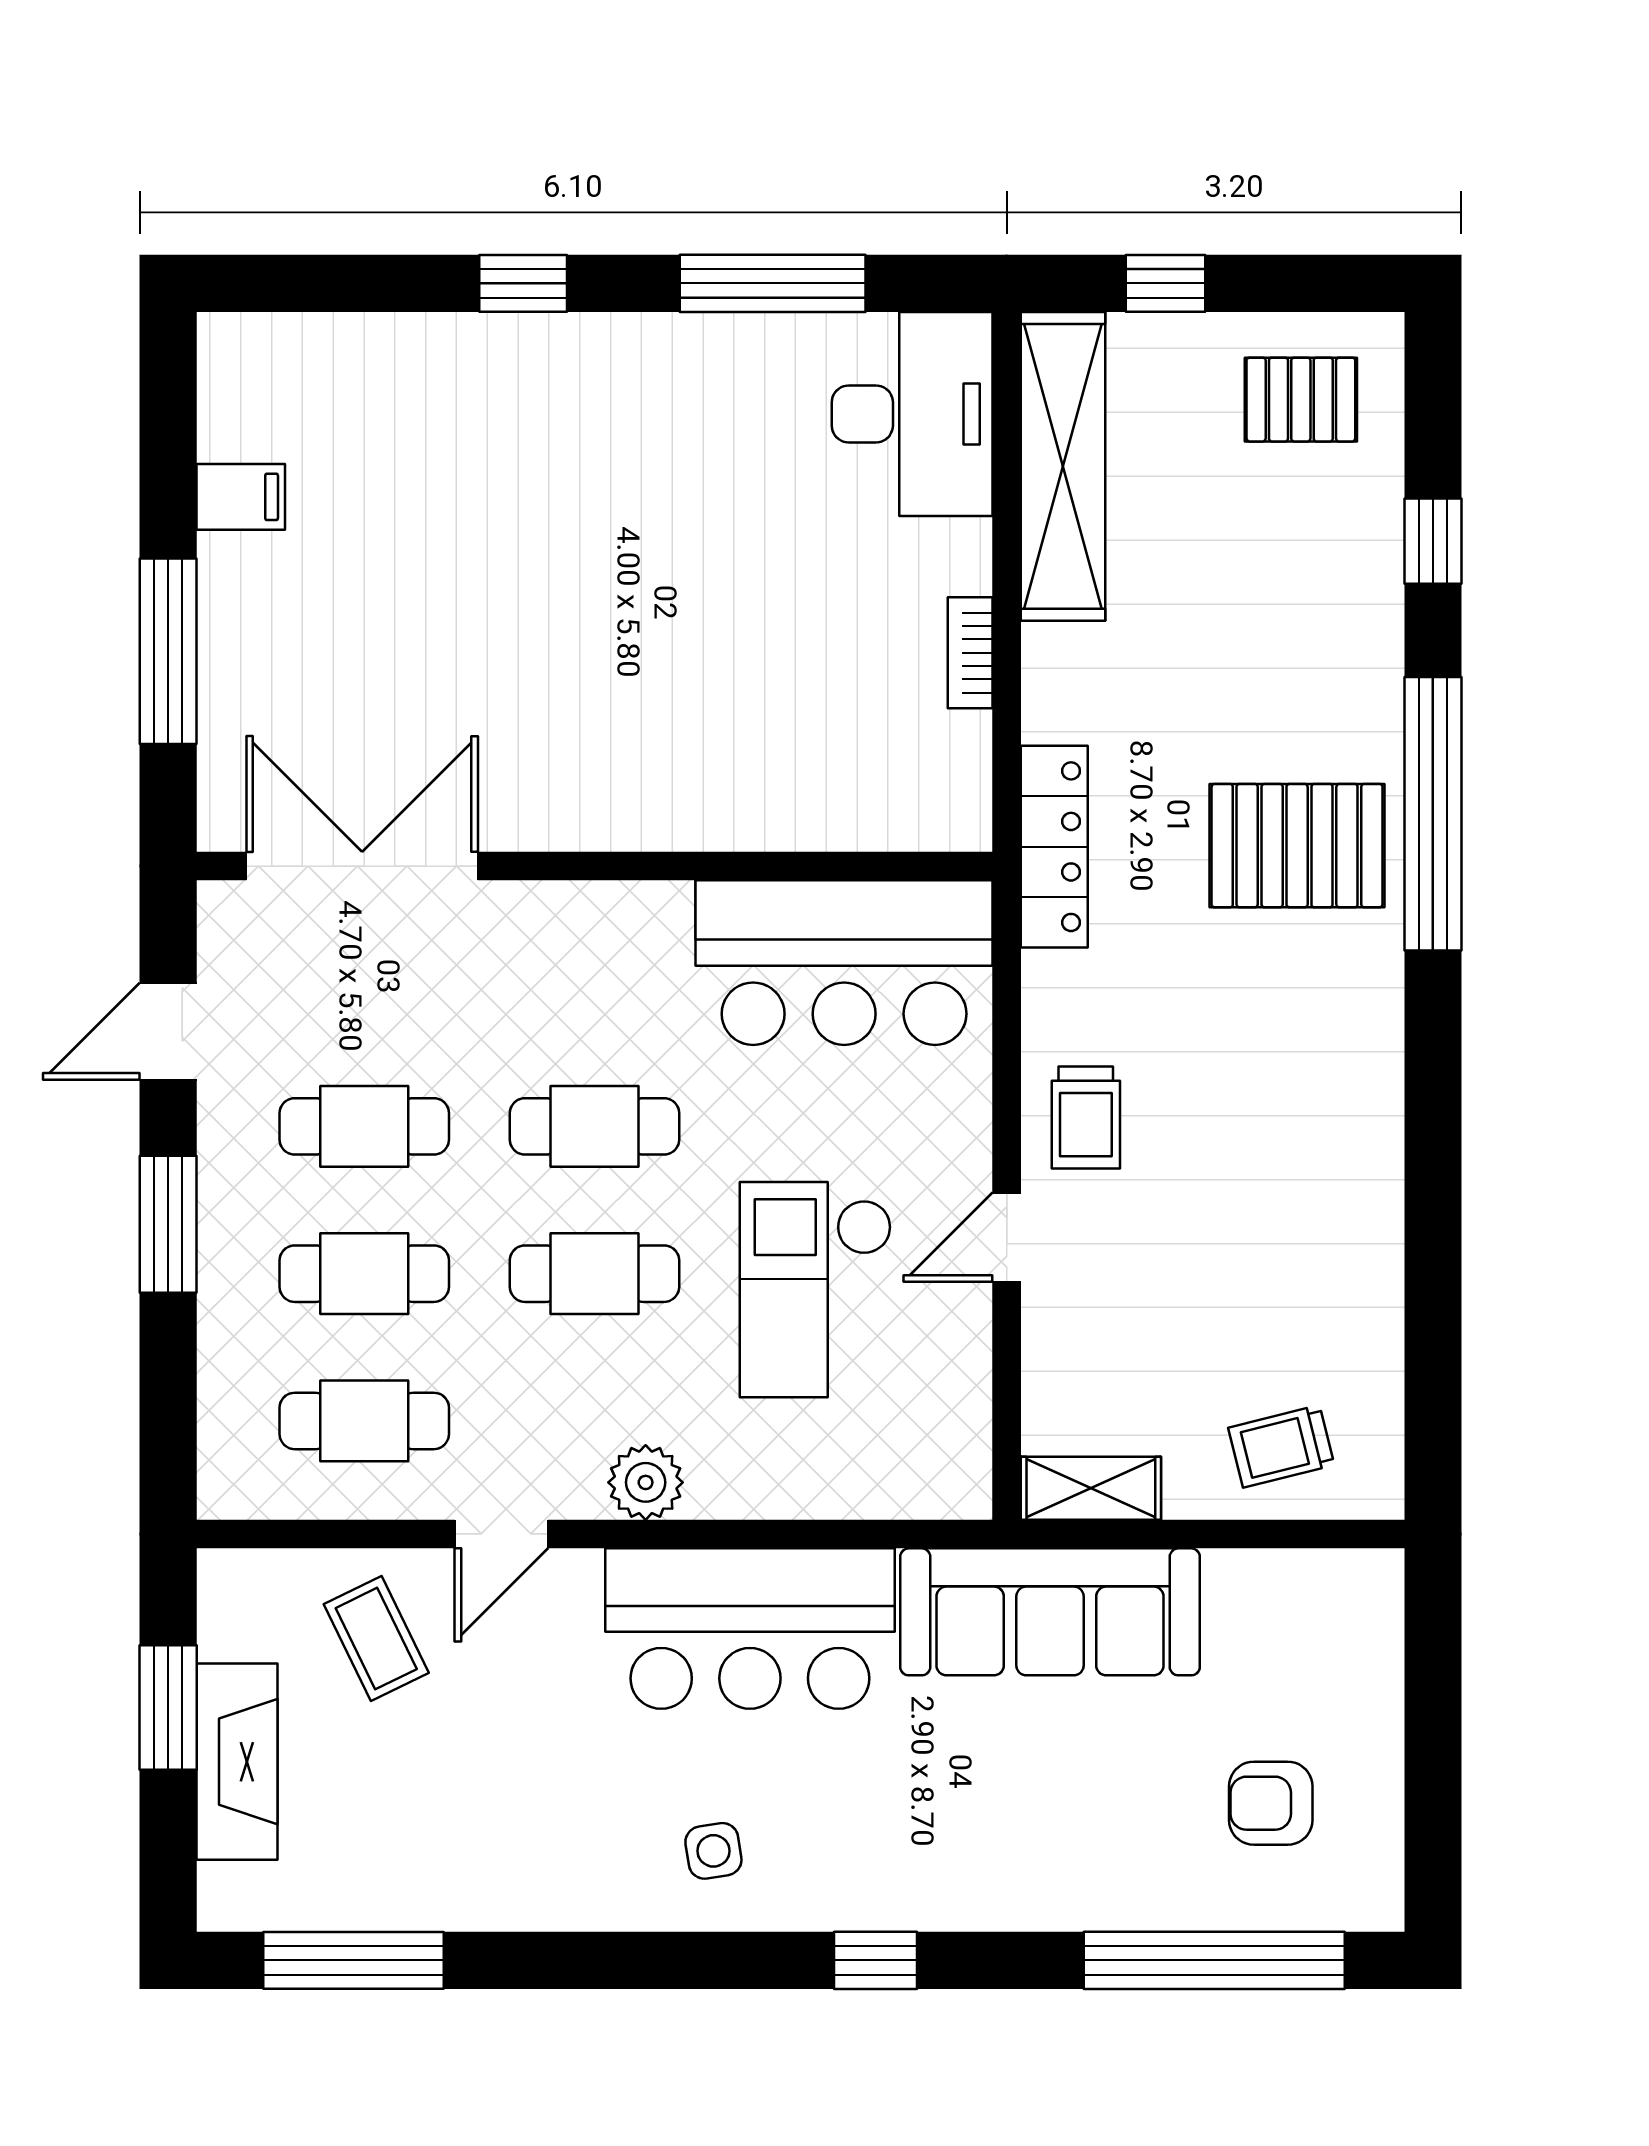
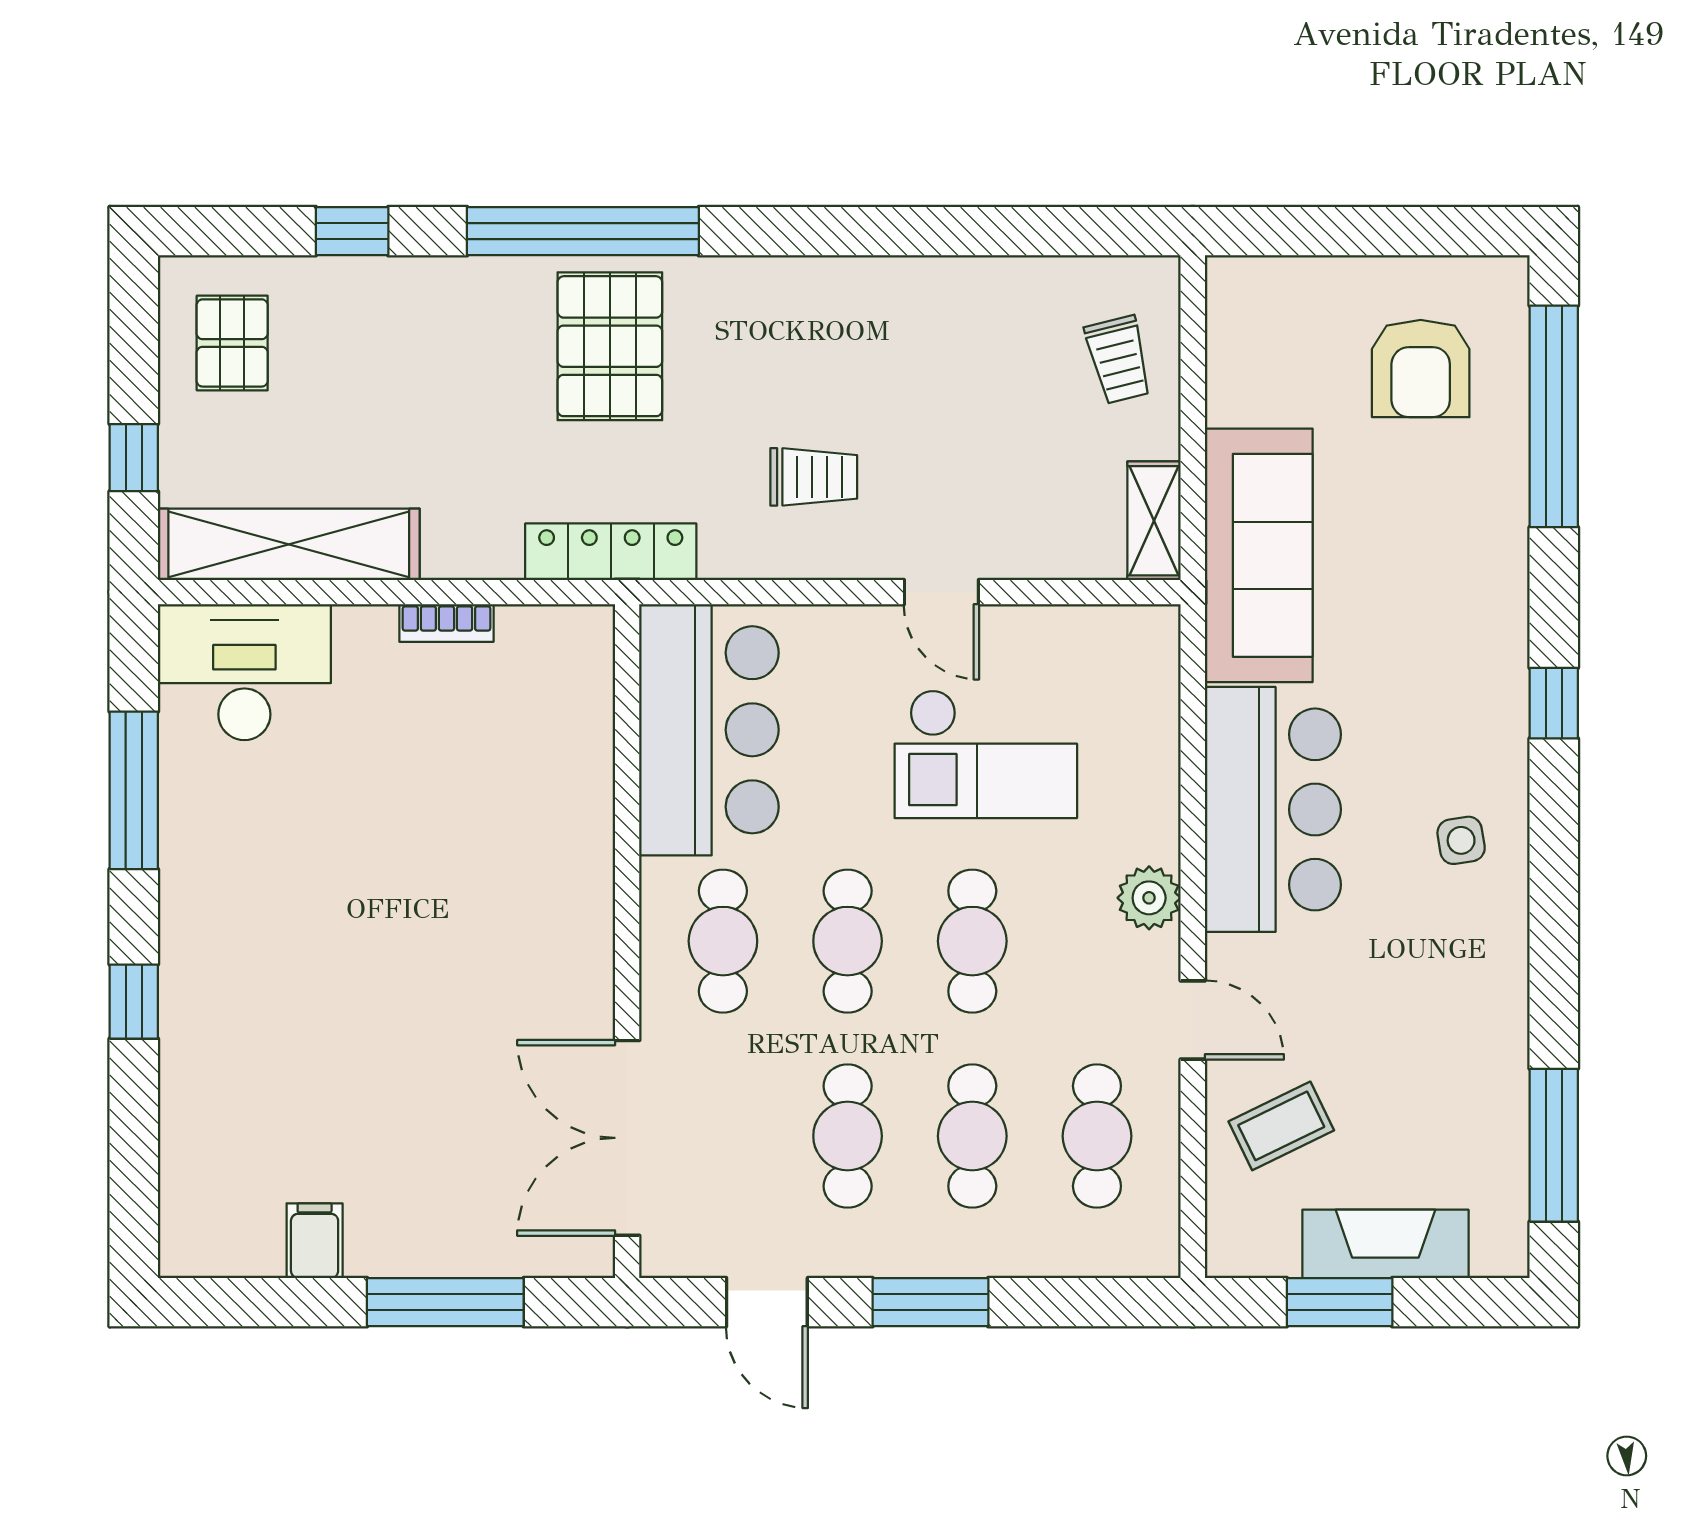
cafe table: (594, 979) -> (723, 941), added
trolley: (1086, 1117) -> (814, 477), moved
armchair: (1271, 1803) -> (1421, 368), width x1.38, depth x1.38

